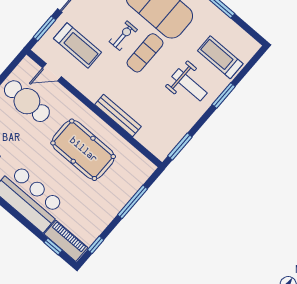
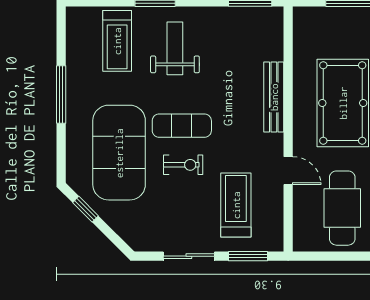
exercise bike: (123, 36) -> (183, 165), turned 180
door: (52, 72) -> (288, 171), moved

